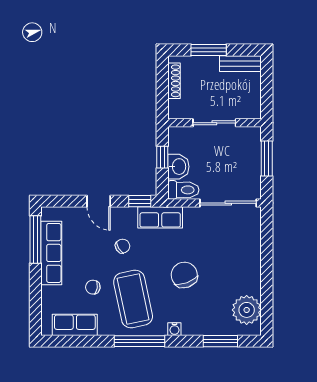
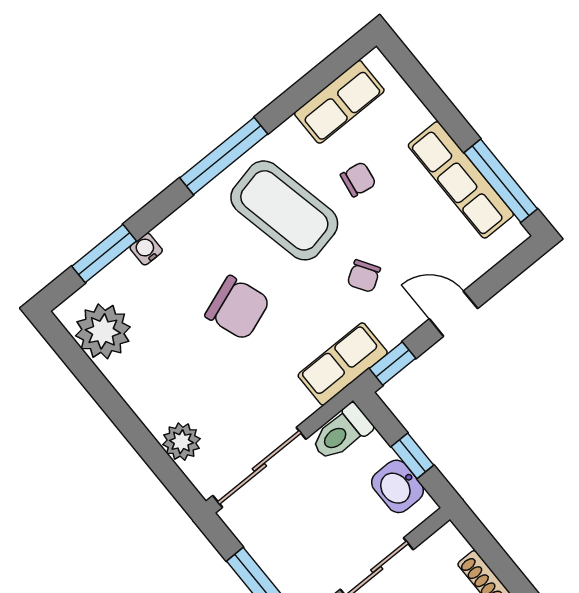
washbasin: (178, 167) -> (398, 486), moved
plant: (251, 239) -> (181, 442), added
water cooler: (174, 329) -> (146, 249), moved

